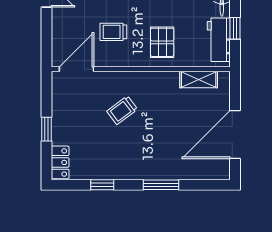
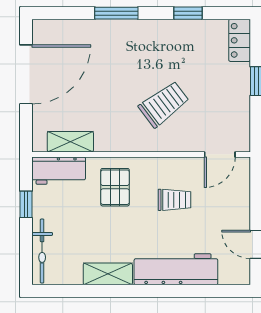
workbench: (219, 40) -> (59, 171), moved, turned 90
door: (76, 69) -> (220, 154), width x0.73
trolley: (122, 110) -> (164, 104), width x1.36, depth x1.39

